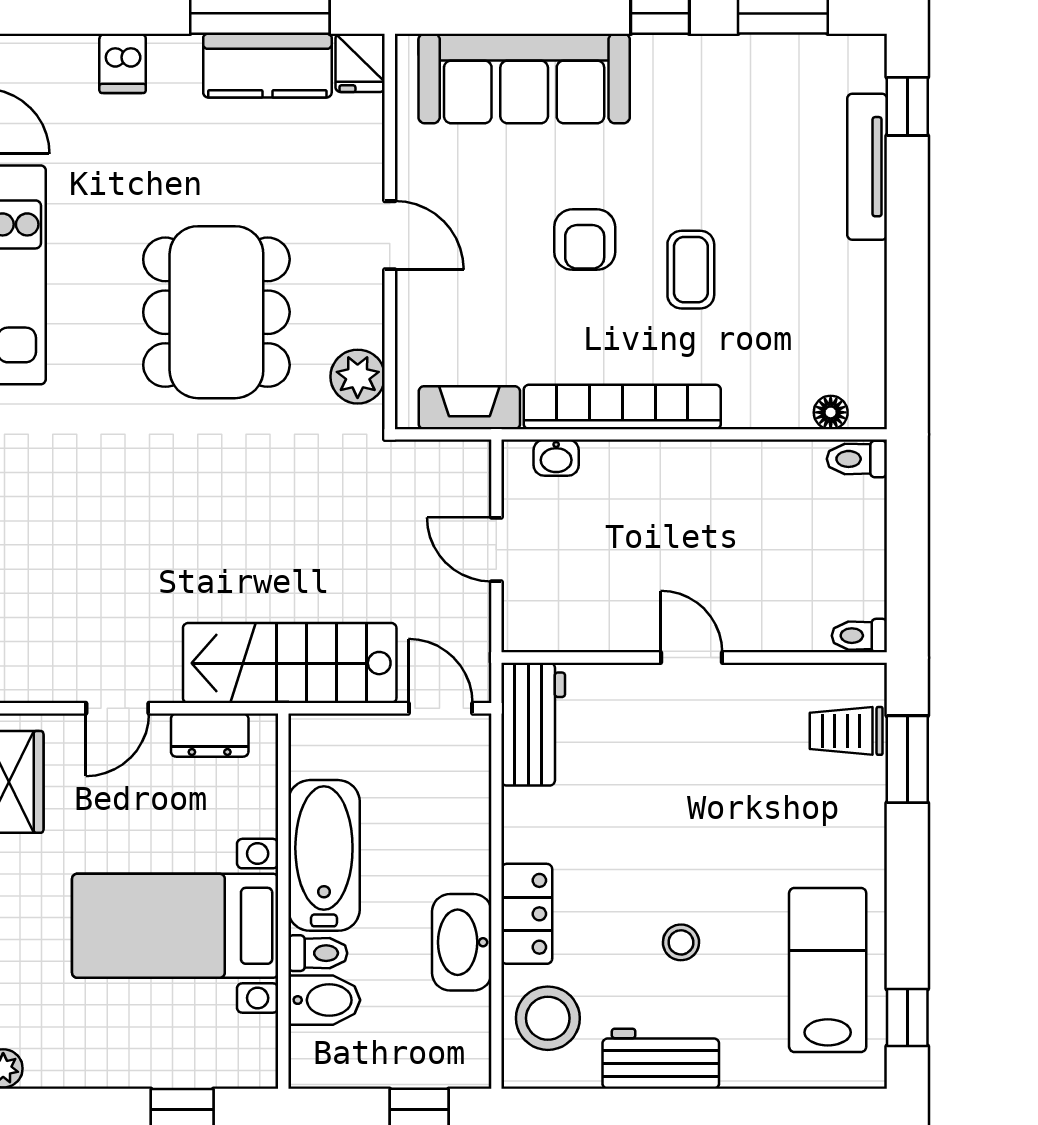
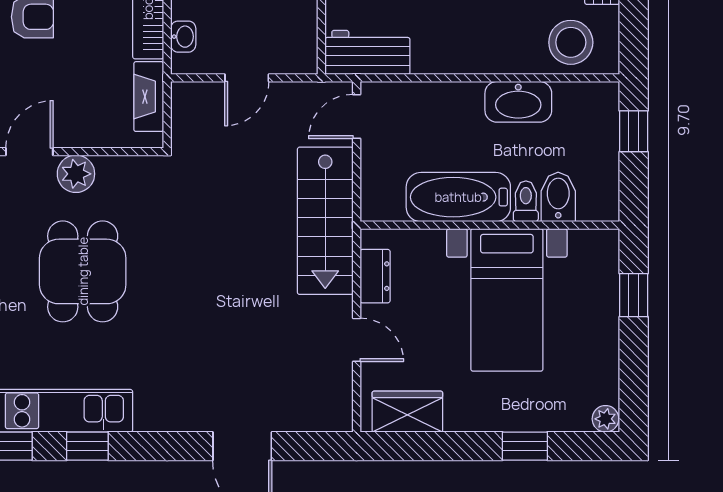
dining table: (216, 312) -> (83, 271), width x0.73
plant: (358, 377) -> (76, 174), moved
locker: (527, 914) -> (499, 57), removed

